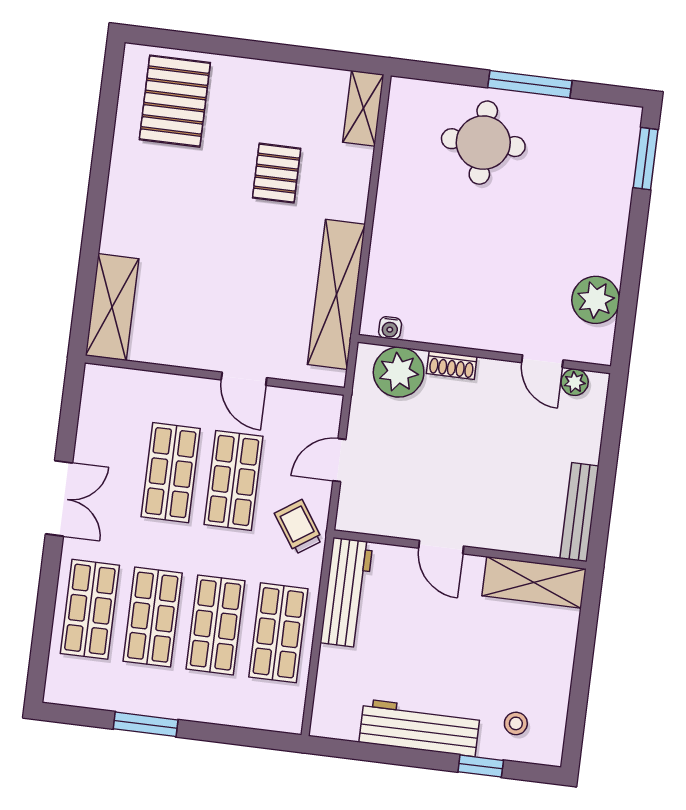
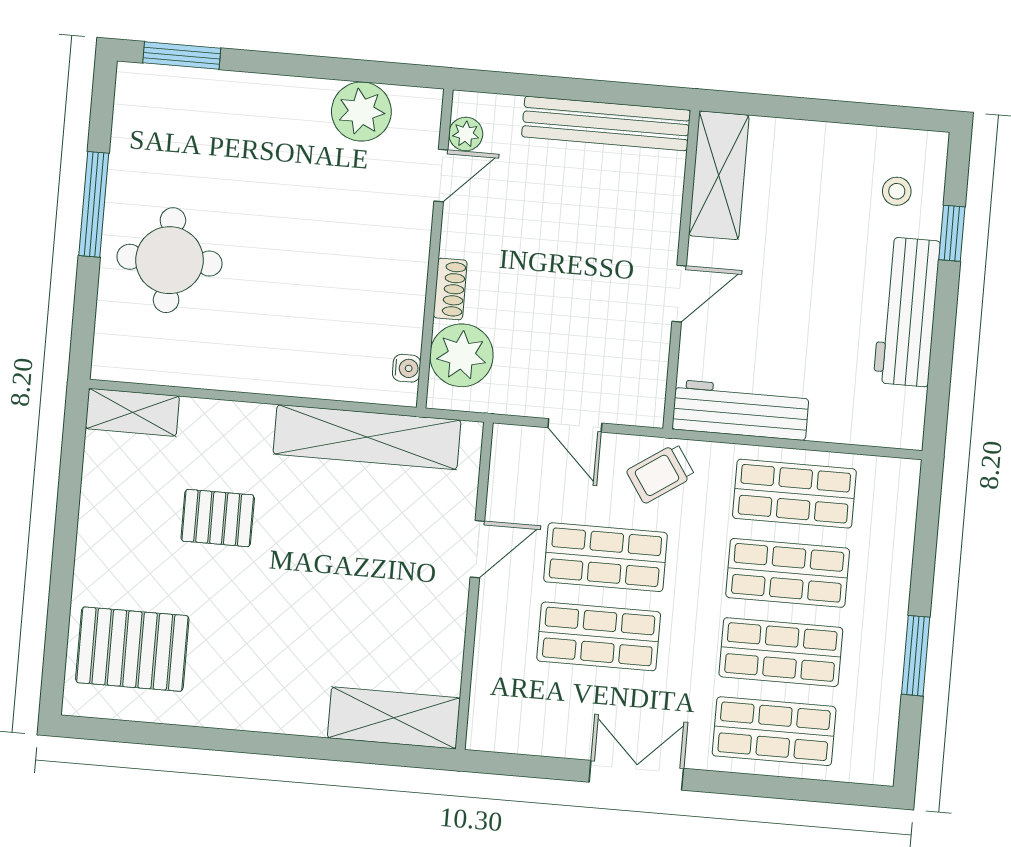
bench: (579, 512) -> (606, 123), width x1.37, depth x1.21

